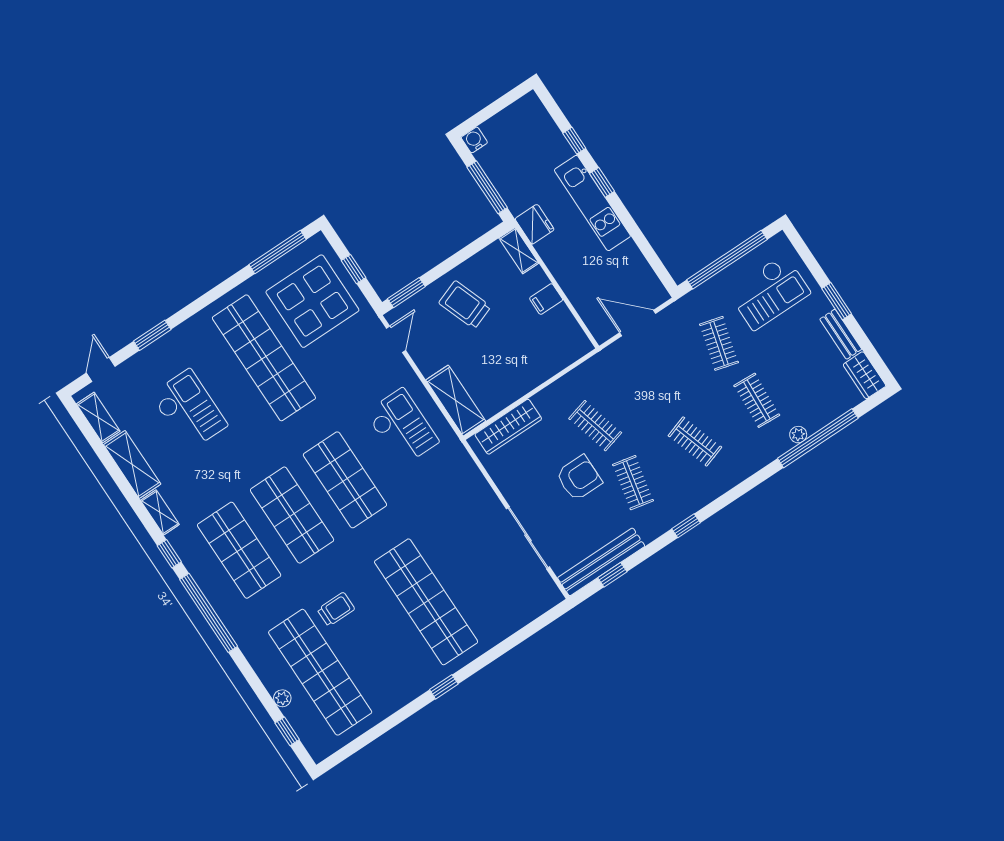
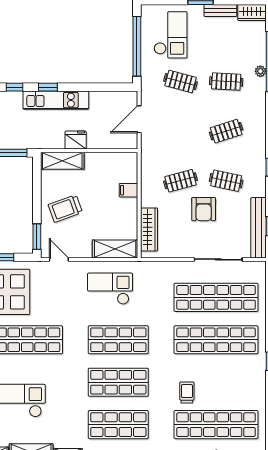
fridge: (535, 224) -> (76, 140), moved
shelving: (519, 251) -> (62, 161), width x1.50, depth x1.33
filing cabinet: (546, 299) -> (128, 190), moved, turned 90
armchair: (579, 478) -> (204, 209), turned 180
shop shelf: (479, 567) -> (216, 297), added

